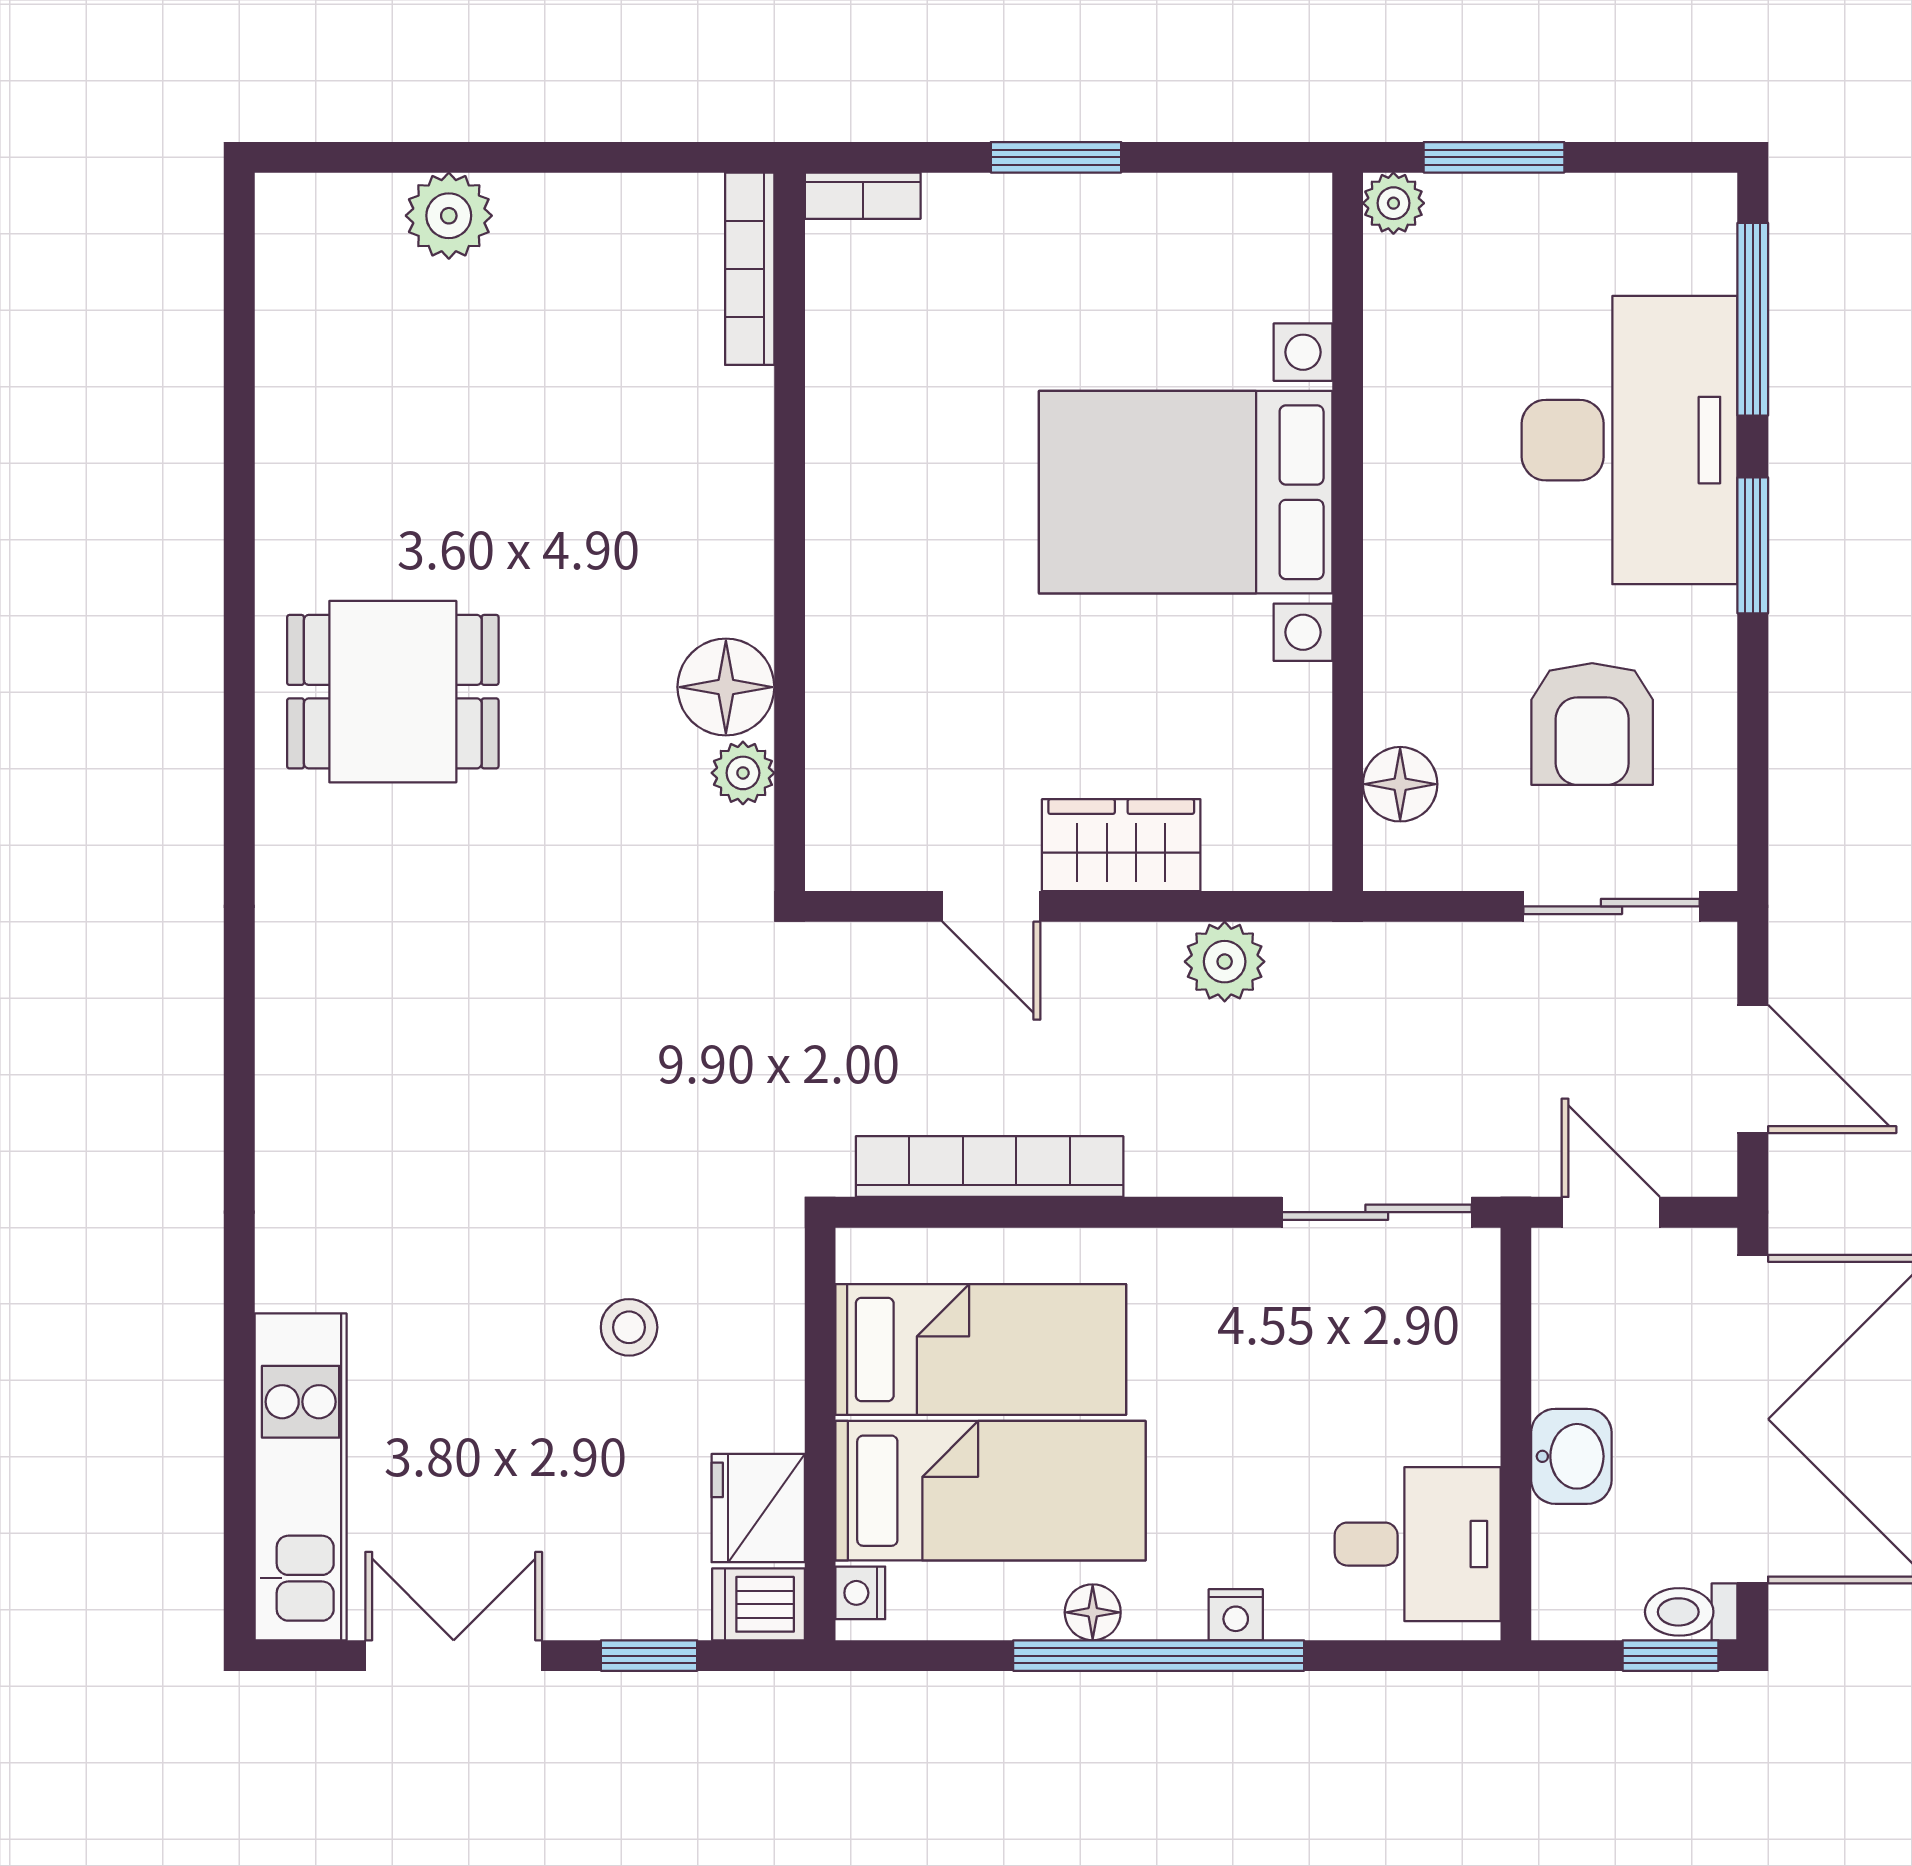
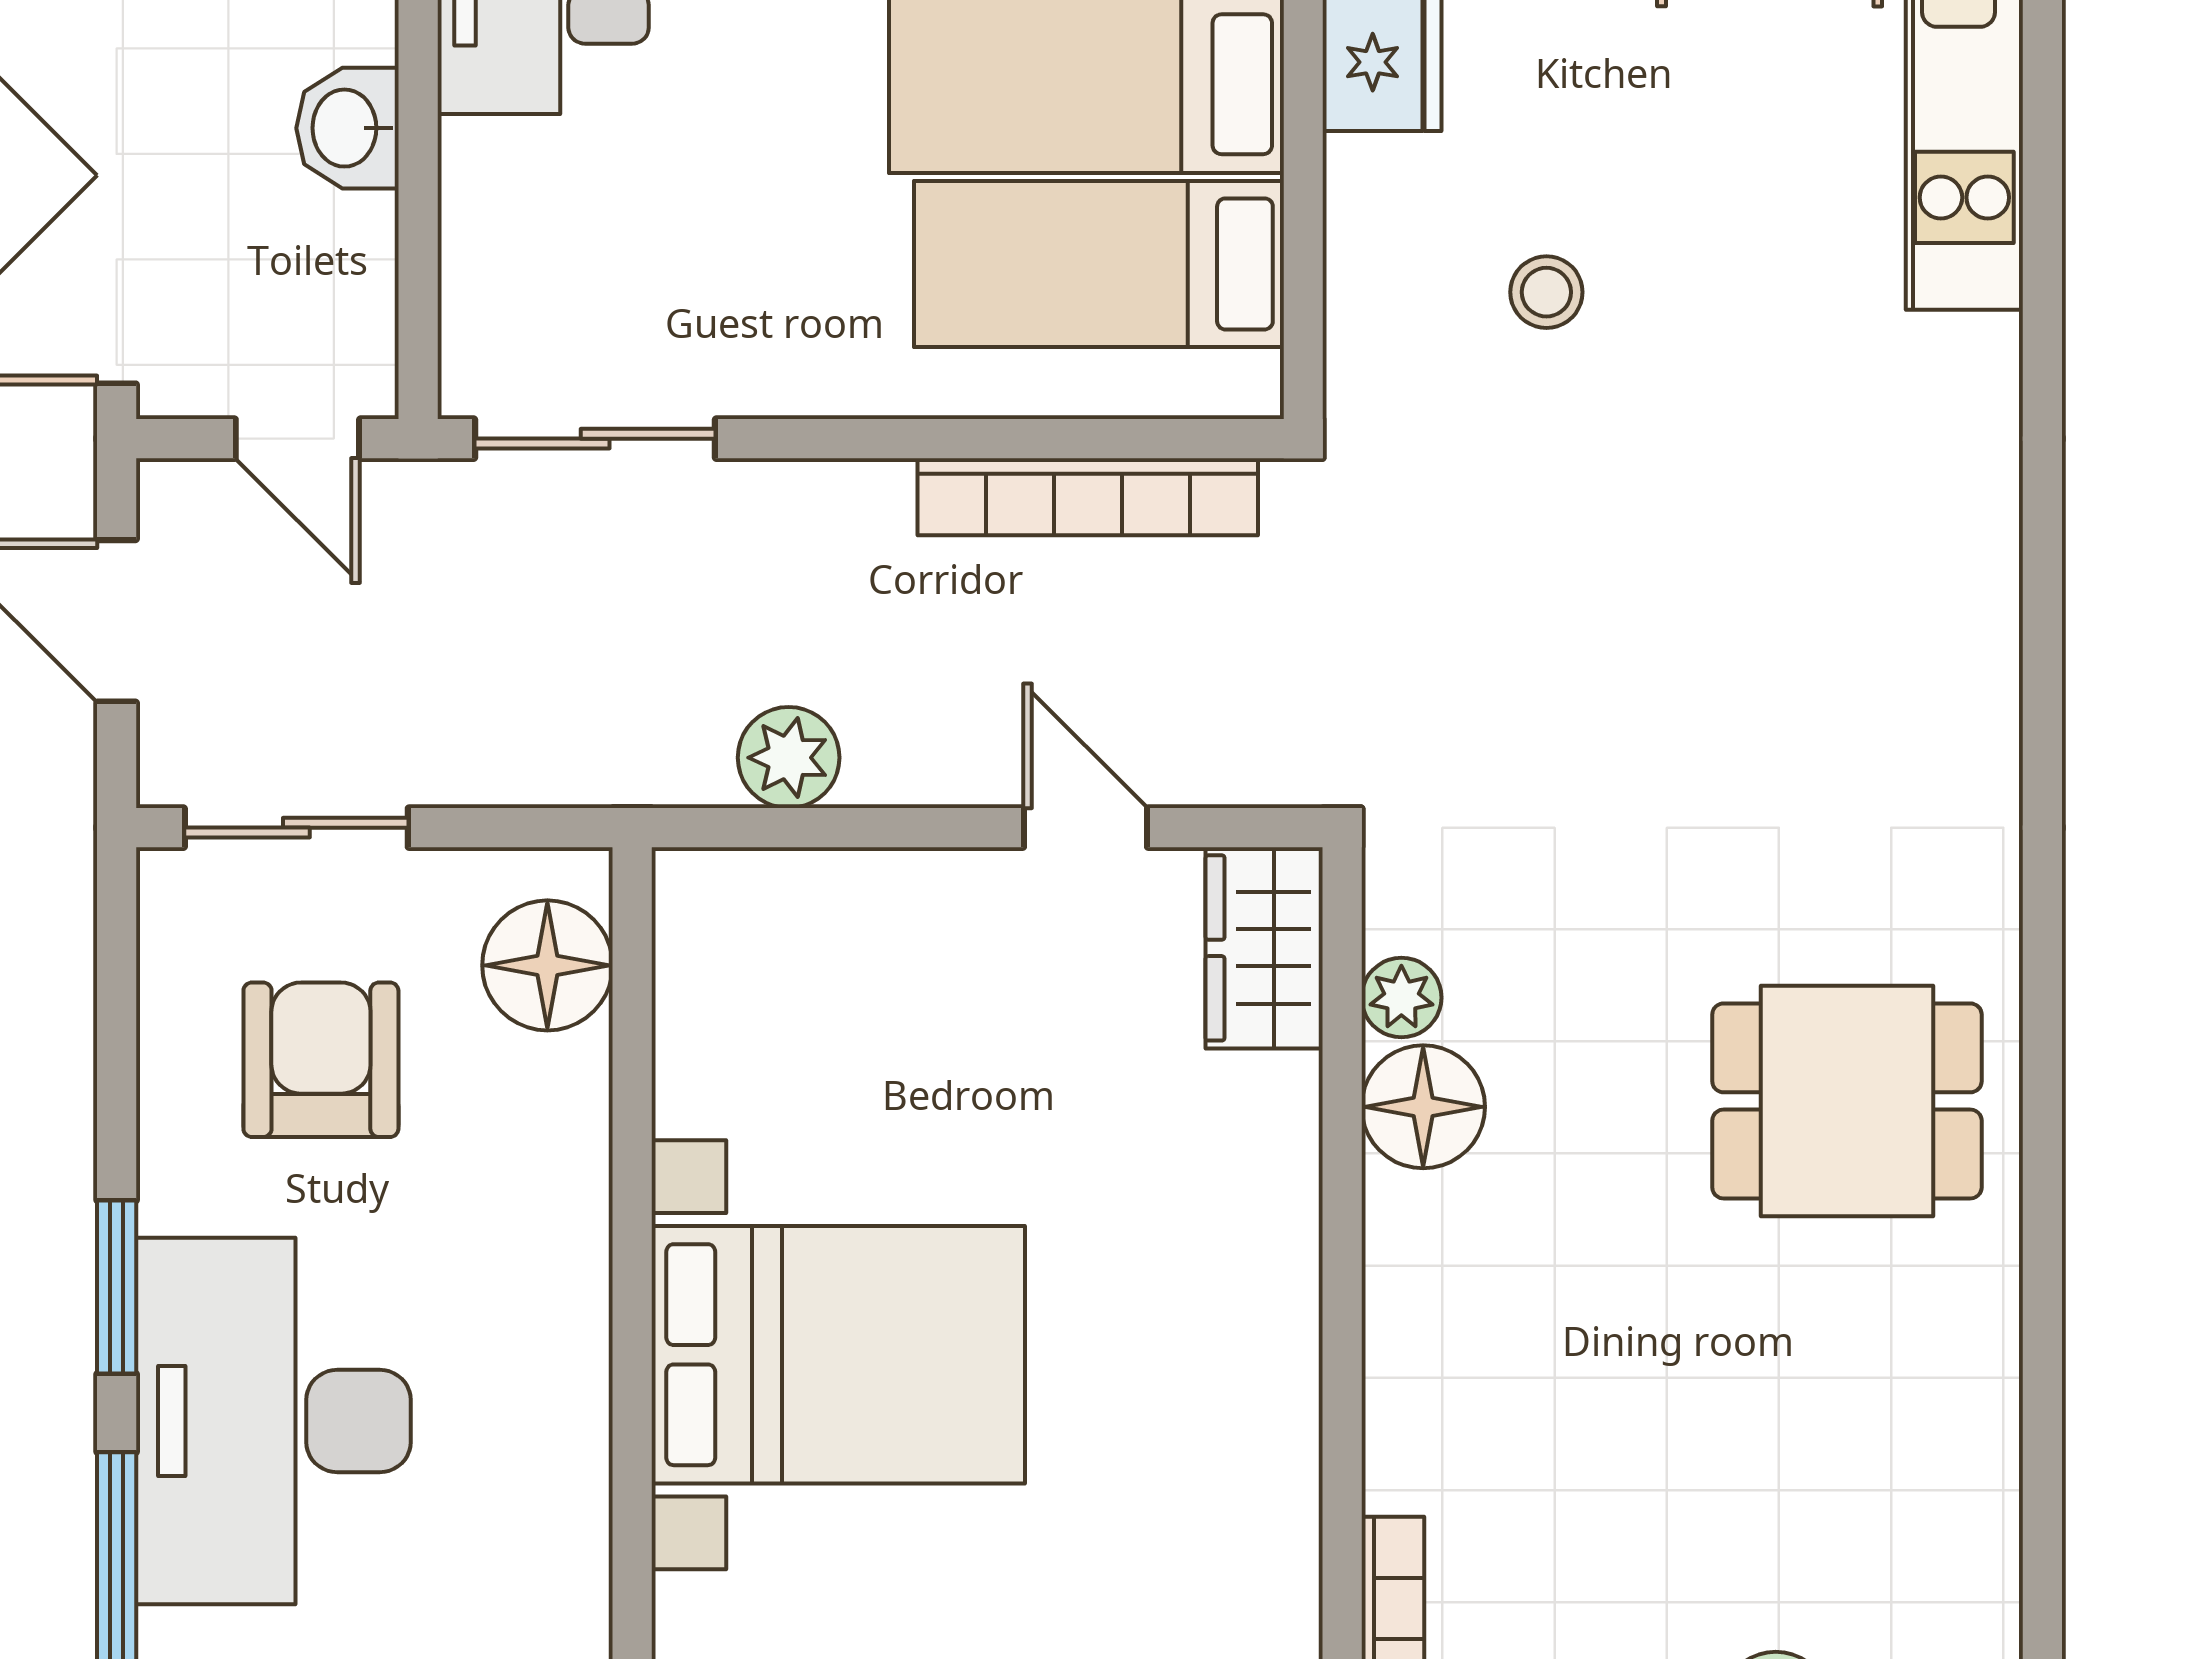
floor lamp: (1400, 784) -> (547, 965), width x1.38, depth x1.38
wardrobe: (1121, 845) -> (1264, 948), moved, turned 90

